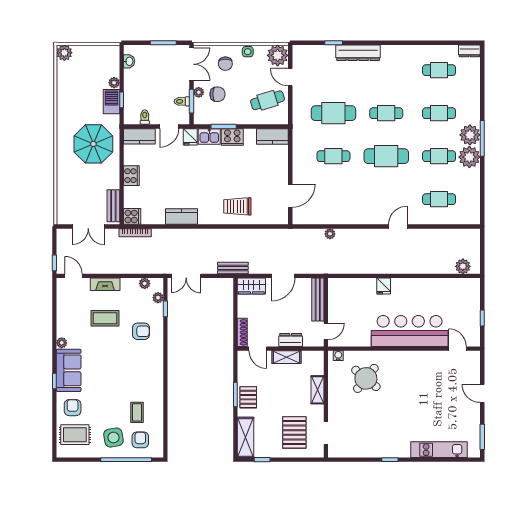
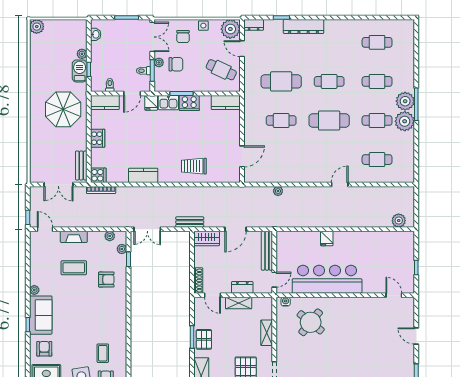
dresser: (469, 51) -> (254, 25), moved
cafe table: (267, 100) -> (221, 70), turned 42
bar counter: (410, 331) -> (327, 279), moved

